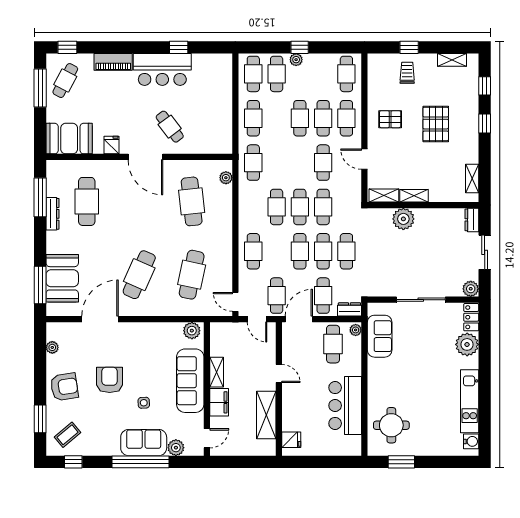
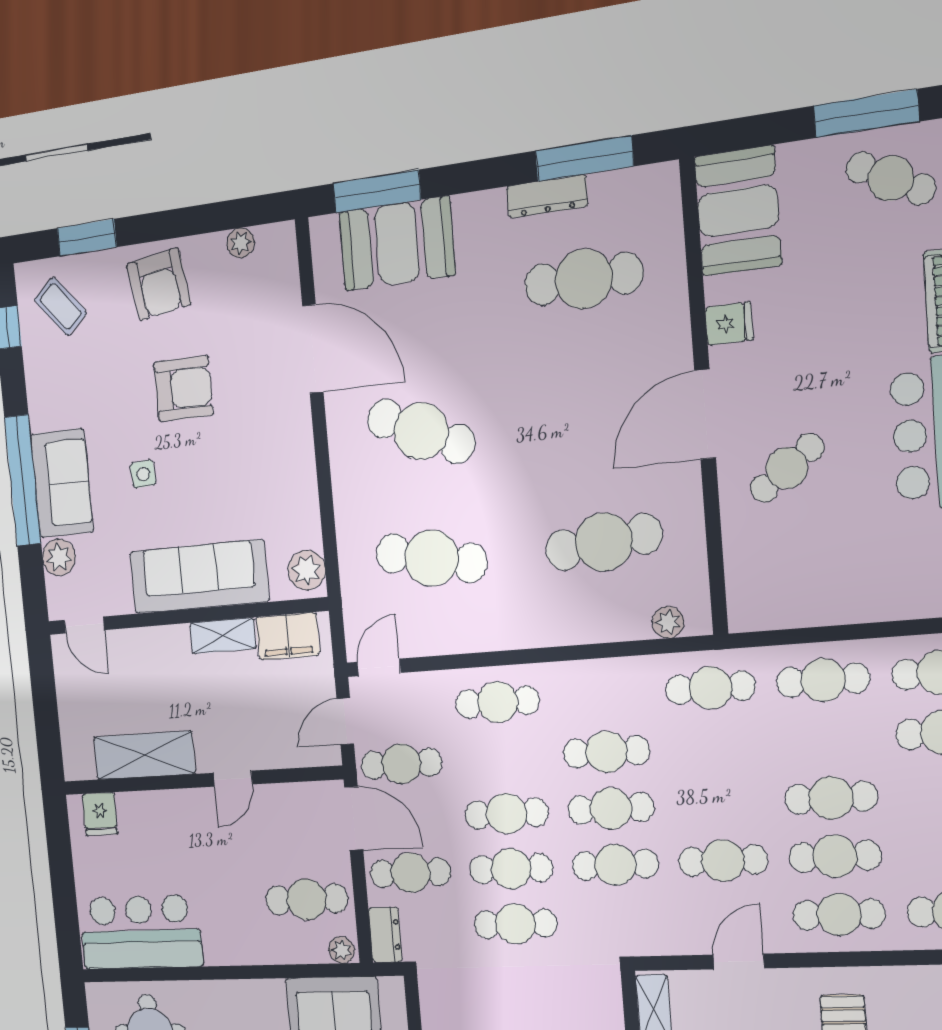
filing cabinet: (219, 402) -> (288, 636), moved
bar counter: (345, 405) -> (141, 932), moved

